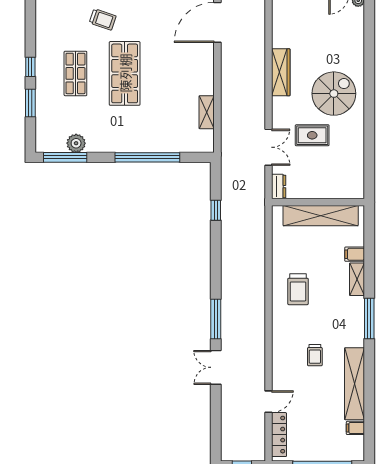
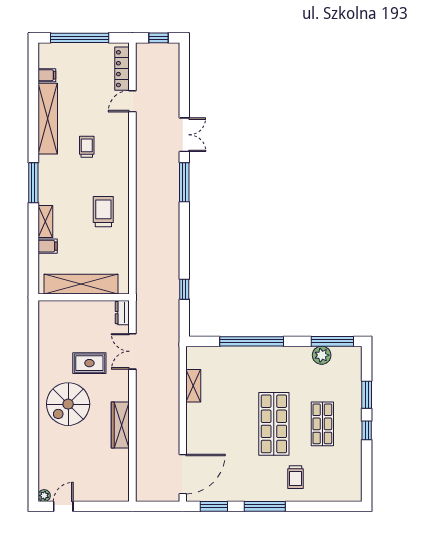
trolley: (103, 19) -> (295, 477), turned -109

